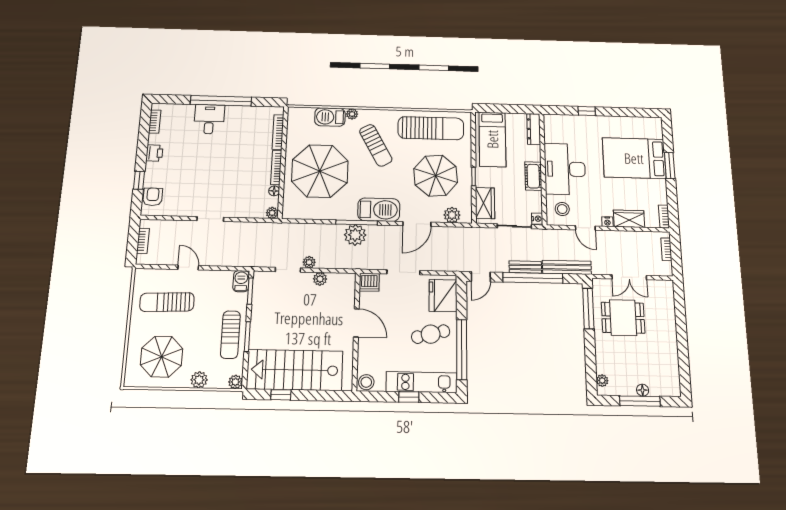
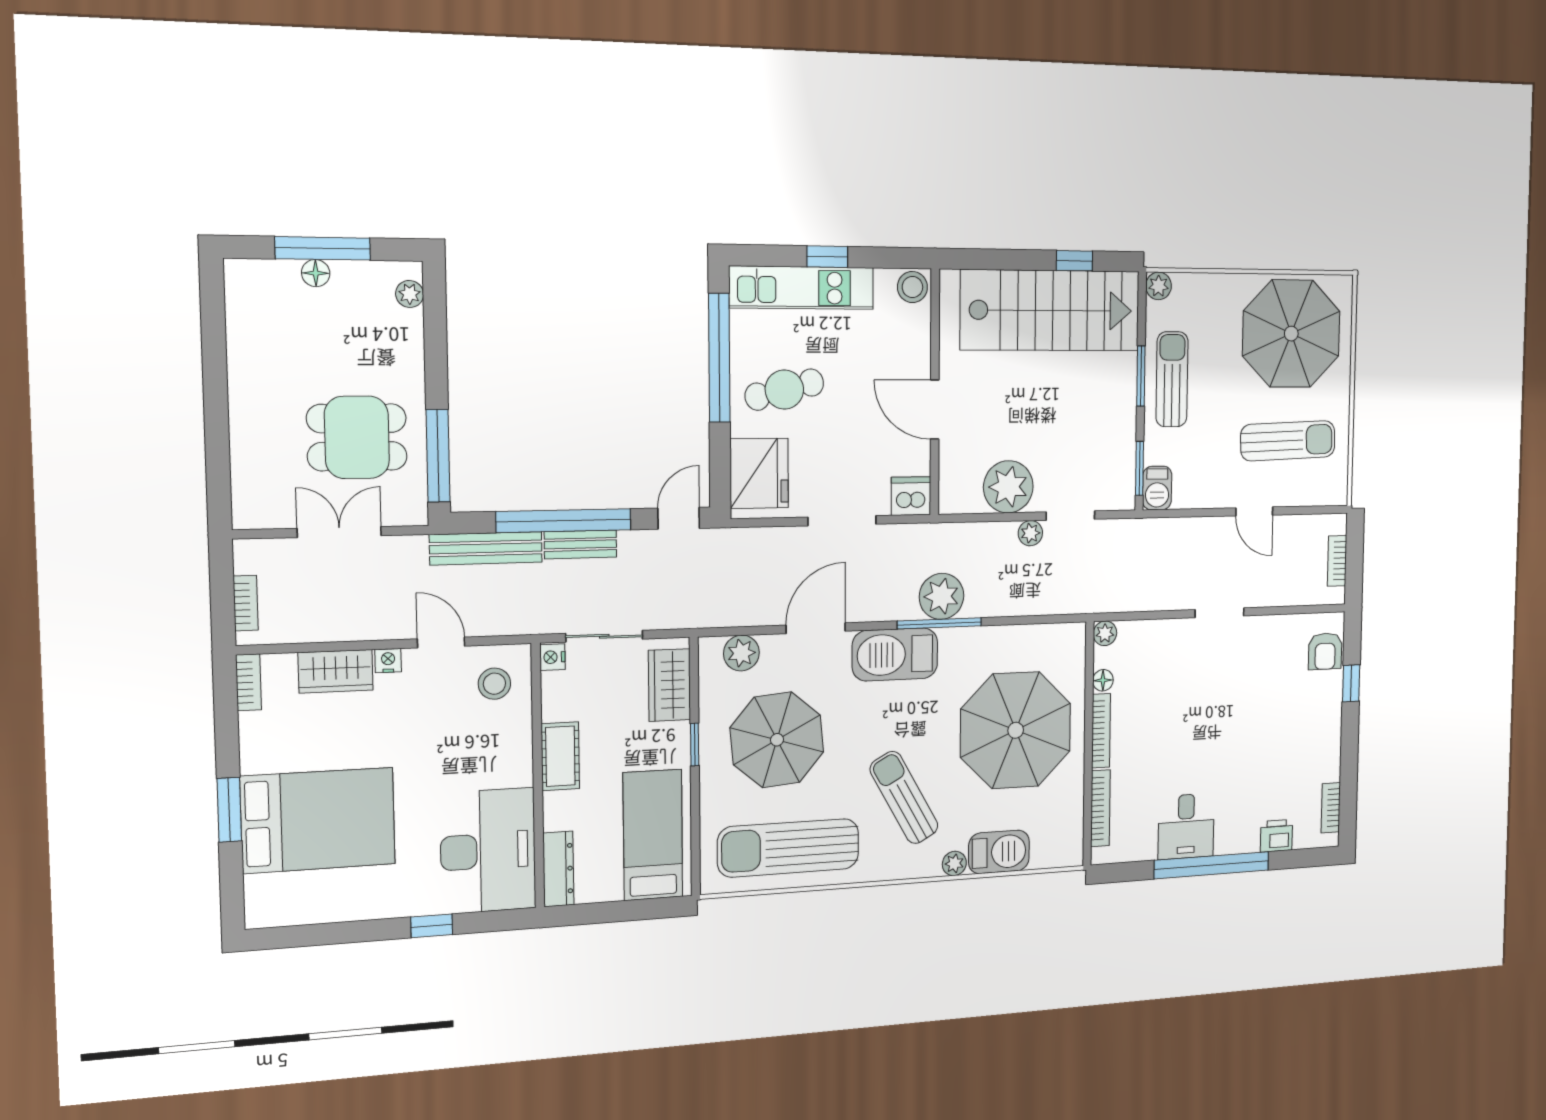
desk: (209, 119) -> (1186, 826), moved
printer: (154, 153) -> (1276, 836), moved, turned 90
desk: (565, 169) -> (488, 851), moved
plant: (320, 279) -> (1008, 487), width x1.88, depth x1.88
parasol: (162, 357) -> (1291, 334), width x1.36, depth x1.36
plant: (199, 380) -> (1224, 290), removed

